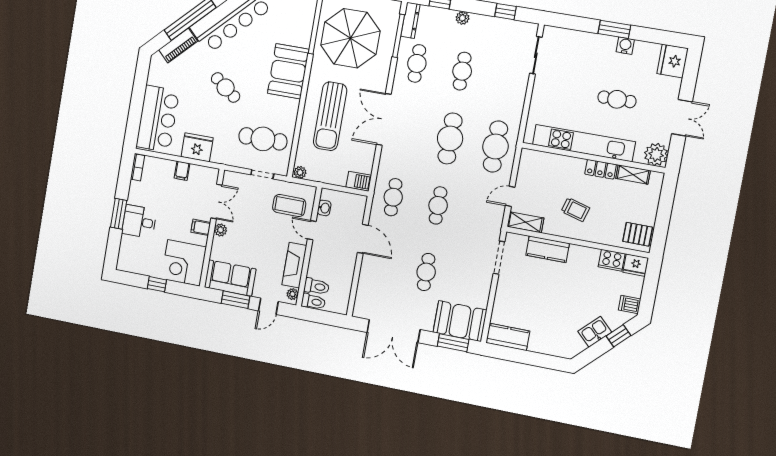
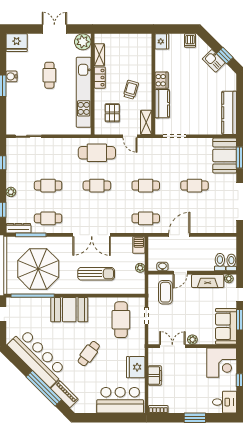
sun lounger: (330, 116) -> (96, 274), width x0.73, depth x0.75
cafe table: (450, 138) -> (97, 186), width x0.73, depth x0.74
filing cabinet: (182, 171) -> (155, 375), width x2.00
plant: (300, 172) -> (140, 268), moved
desk: (139, 222) -> (225, 402), moved, turned -90
filing cabinet: (201, 227) -> (193, 354), removed
pallet: (638, 234) -> (112, 113), moved
cooker: (612, 260) -> (161, 80), moved
window: (619, 336) -> (225, 55), moved
kitchen counter: (508, 337) -> (229, 113), width x1.50

